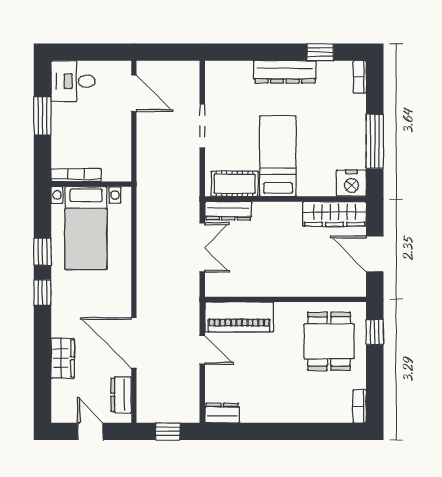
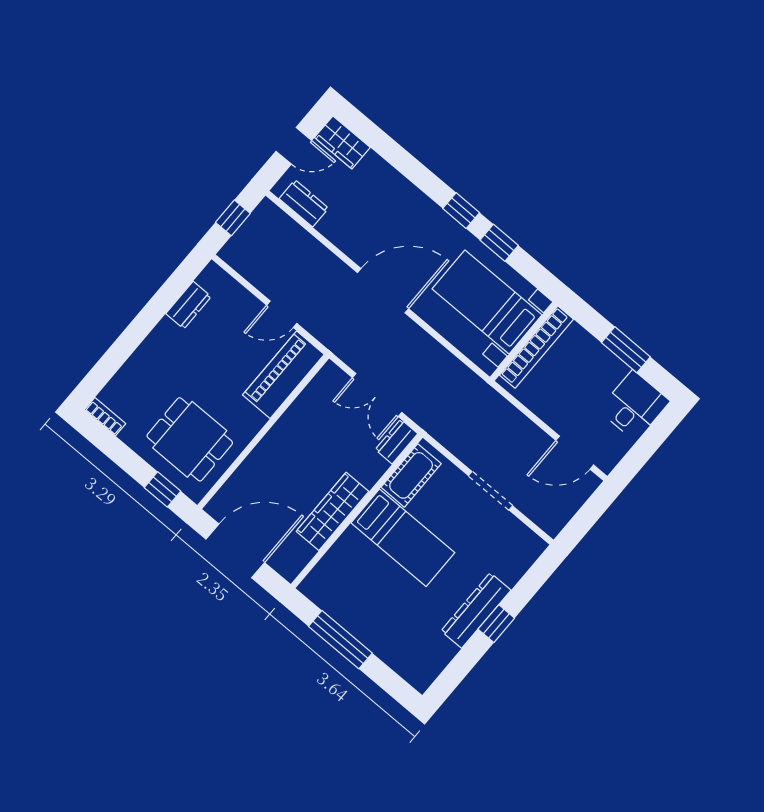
window: (320, 52) -> (496, 624), moved
bookcase: (360, 77) -> (412, 676), removed
bookcase: (76, 175) -> (536, 347), width x1.48, depth x1.31
nightstand: (351, 183) -> (320, 585), removed
dresser: (228, 211) -> (397, 442), width x0.70
wardrobe: (334, 214) -> (333, 511), moved
door: (375, 254) -> (235, 551), width x1.36
door: (134, 343) -> (383, 291), moved
wardrobe: (63, 358) -> (342, 142), moved
dresser: (222, 413) -> (188, 305), moved

